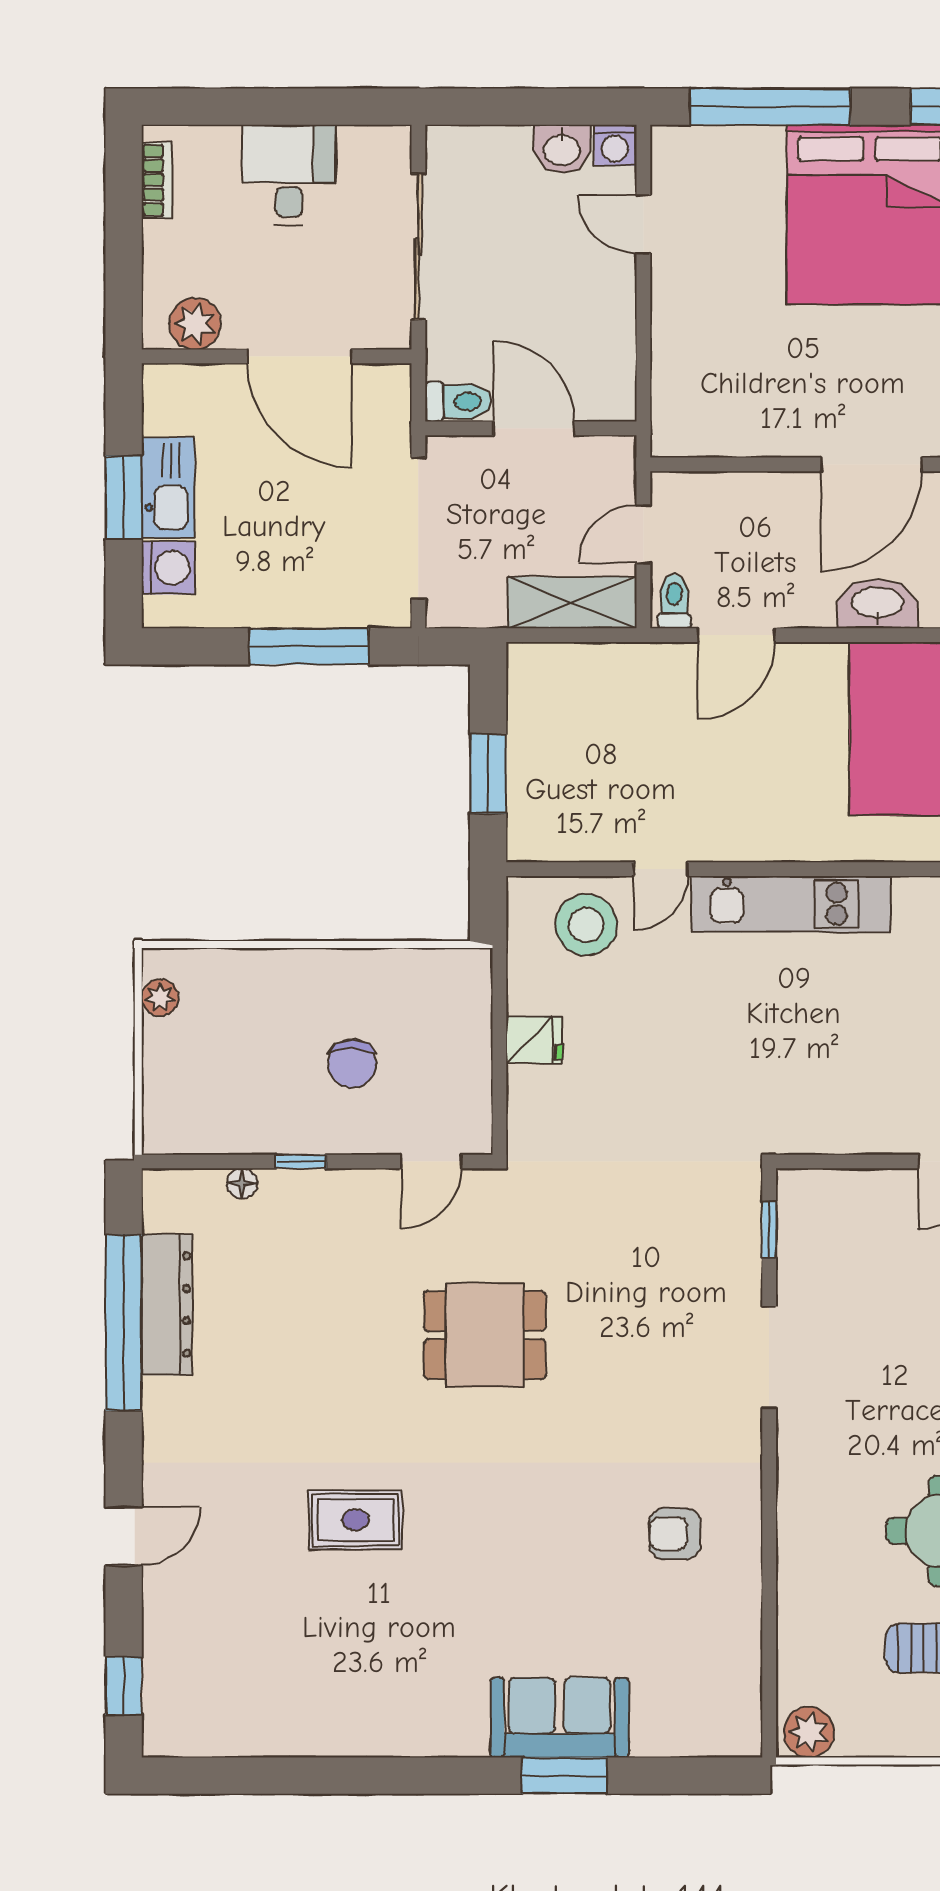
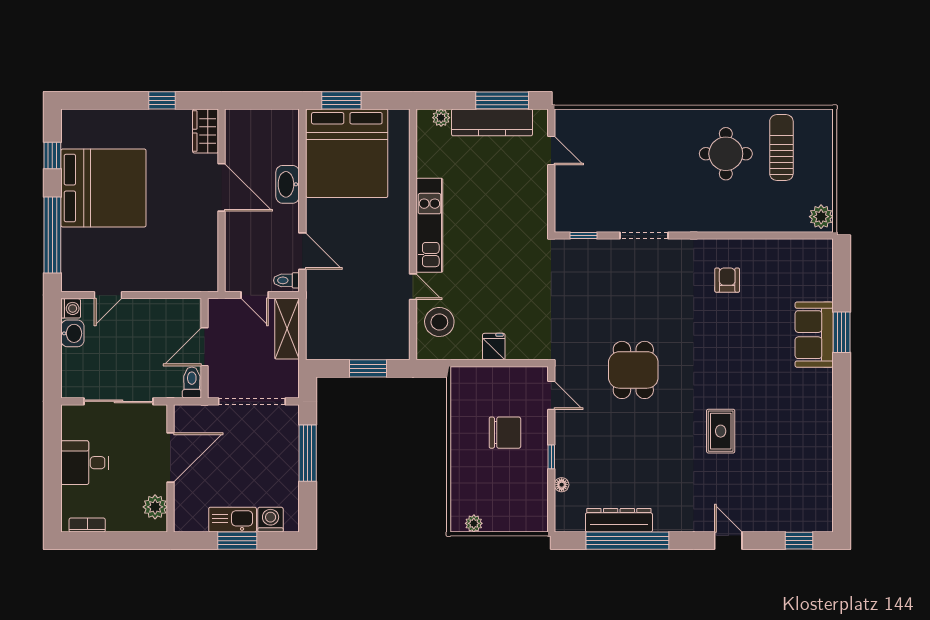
chair: (352, 1064) -> (505, 433), width x1.37, depth x1.37
armchair: (675, 1534) -> (727, 280), turned 180

